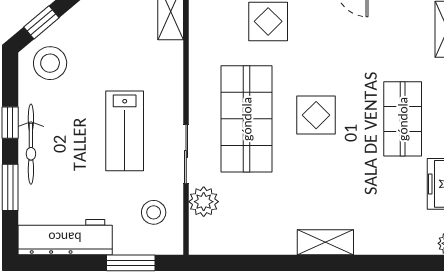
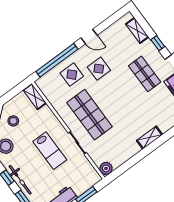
display table: (316, 115) -> (99, 69), moved
plant: (204, 202) -> (106, 168), moved
stool: (154, 212) -> (13, 121), moved

